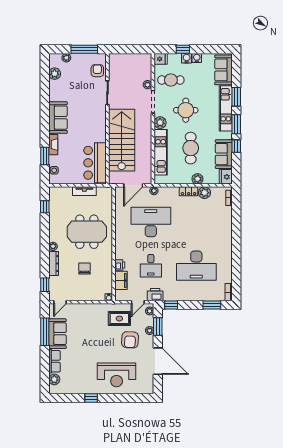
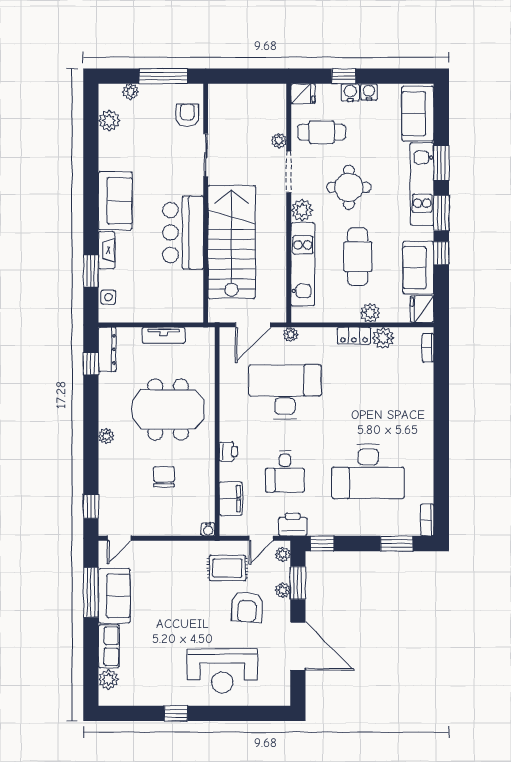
bar counter: (95, 163) -> (183, 232), moved
dresser: (54, 264) -> (107, 349), moved
printer: (120, 265) -> (228, 452), moved

